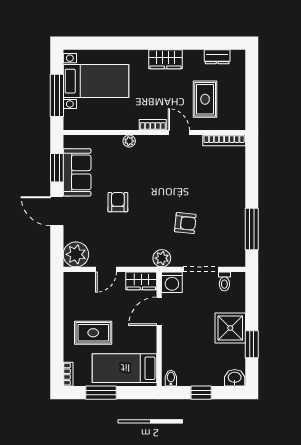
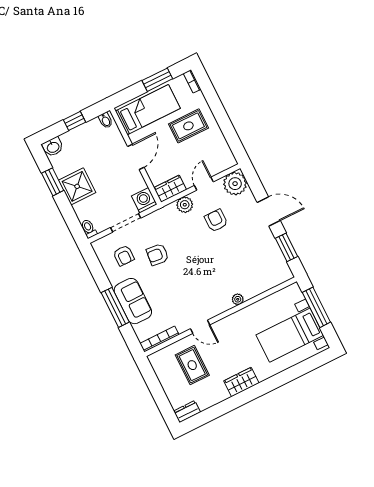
dresser: (217, 57) -> (187, 412), moved
bookcase: (153, 125) -> (225, 322), removed
sofa: (77, 172) -> (133, 301), moved, turned 180
armchair: (118, 202) -> (216, 221), moved, turned 180
window: (252, 229) -> (115, 307), moved
armchair: (219, 238) -> (124, 256), added
plant: (162, 258) -> (185, 205), moved
toilet: (224, 281) -> (89, 229), moved
door: (159, 311) -> (136, 157), moved

